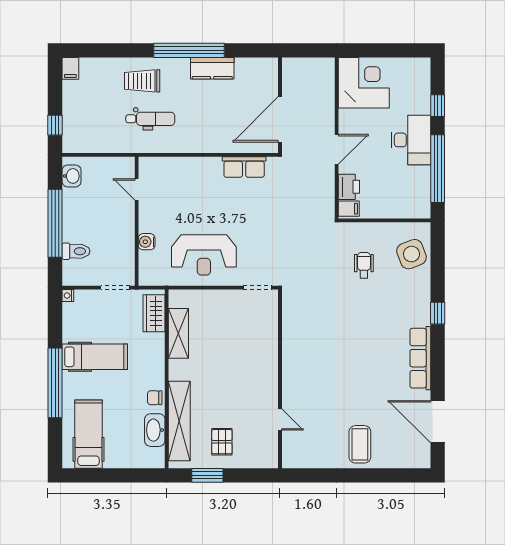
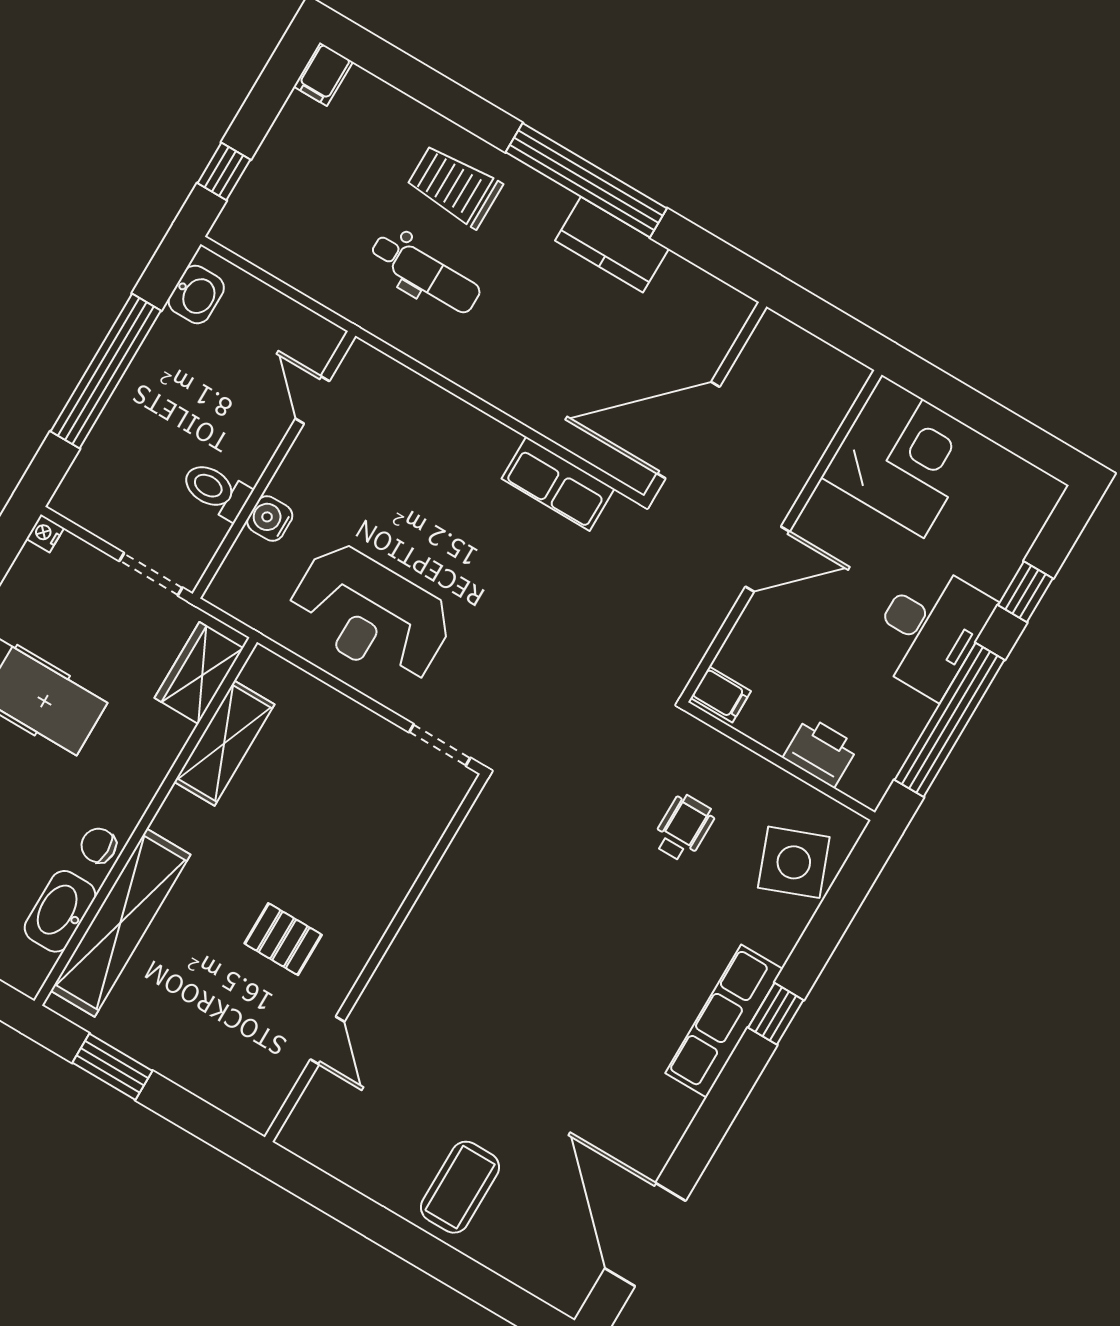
printer: (349, 187) -> (821, 752), moved, turned -90
toilet: (76, 251) -> (216, 490), moved, turned 180
row of seats: (420, 358) -> (724, 1021), moved
pallet: (222, 442) -> (283, 939), moved, turned 90

